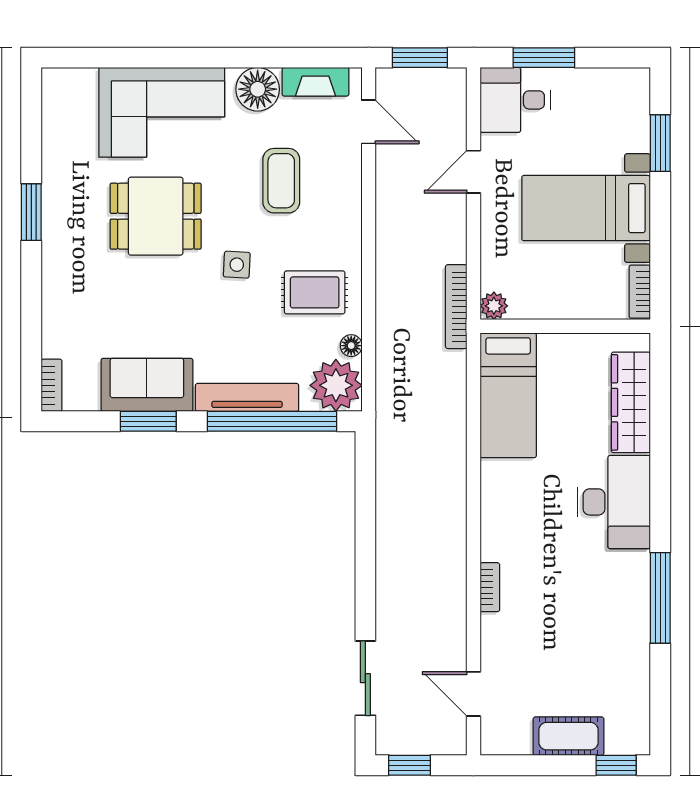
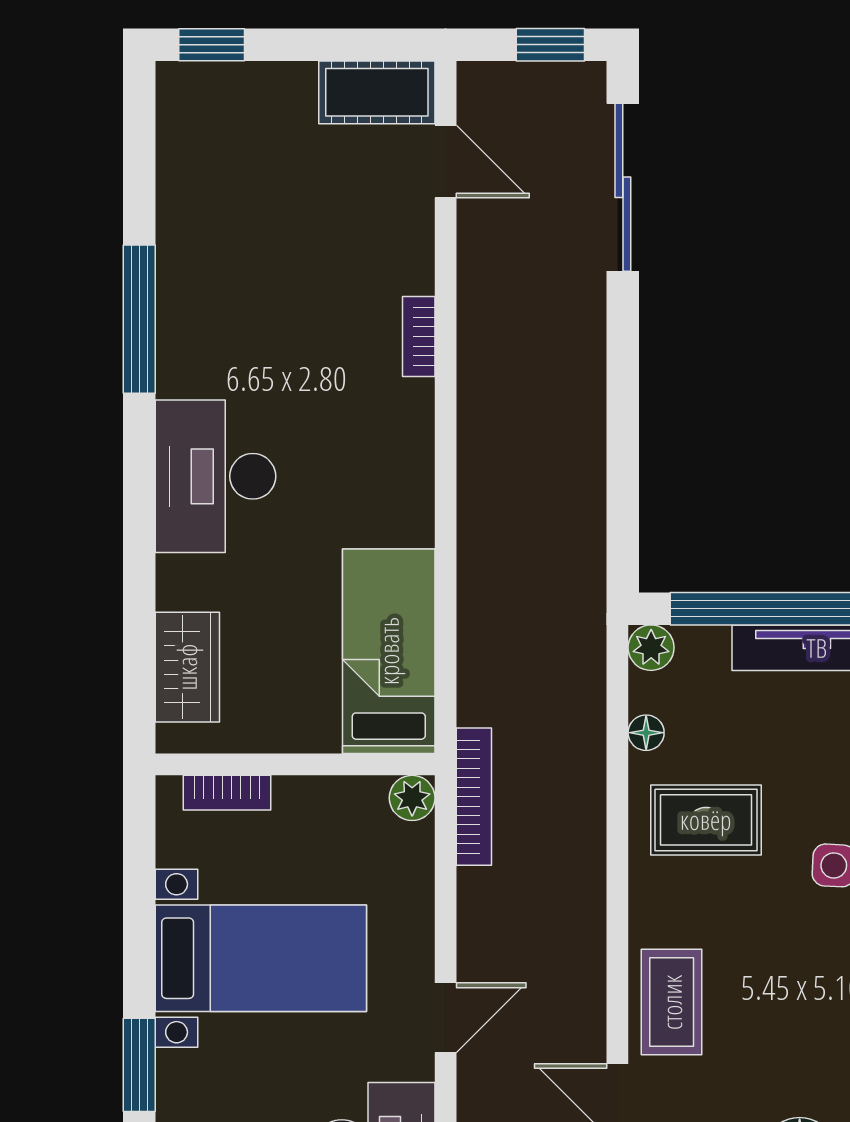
coffee table: (281, 181) -> (672, 1002), moved
bookcase: (640, 292) -> (227, 793), moved, turned 90
plant: (336, 385) -> (651, 648), width x0.53, depth x0.53
wardrobe: (631, 402) -> (187, 667), width x0.67
sliding door: (365, 678) -> (623, 187), width x1.37
cot: (568, 736) -> (377, 92), moved

